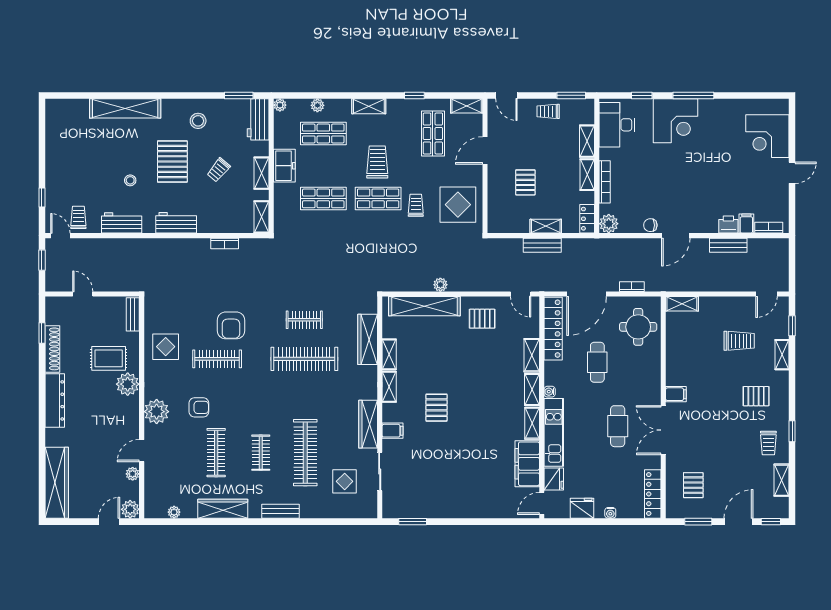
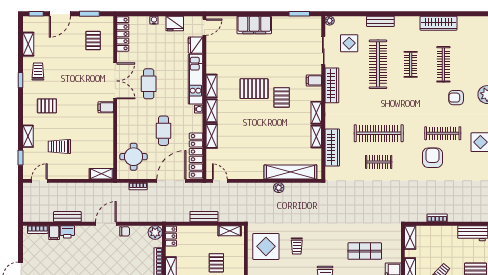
shop shelf: (378, 198) -> (324, 251), removed
shelving: (546, 226) -> (230, 231), moved
pallet: (482, 319) -> (254, 89), moved, width x1.50, depth x1.42
filing cabinet: (527, 464) -> (254, 25), moved, turned 90
bench: (280, 511) -> (380, 21), moved
plant: (174, 512) -> (330, 21), moved

